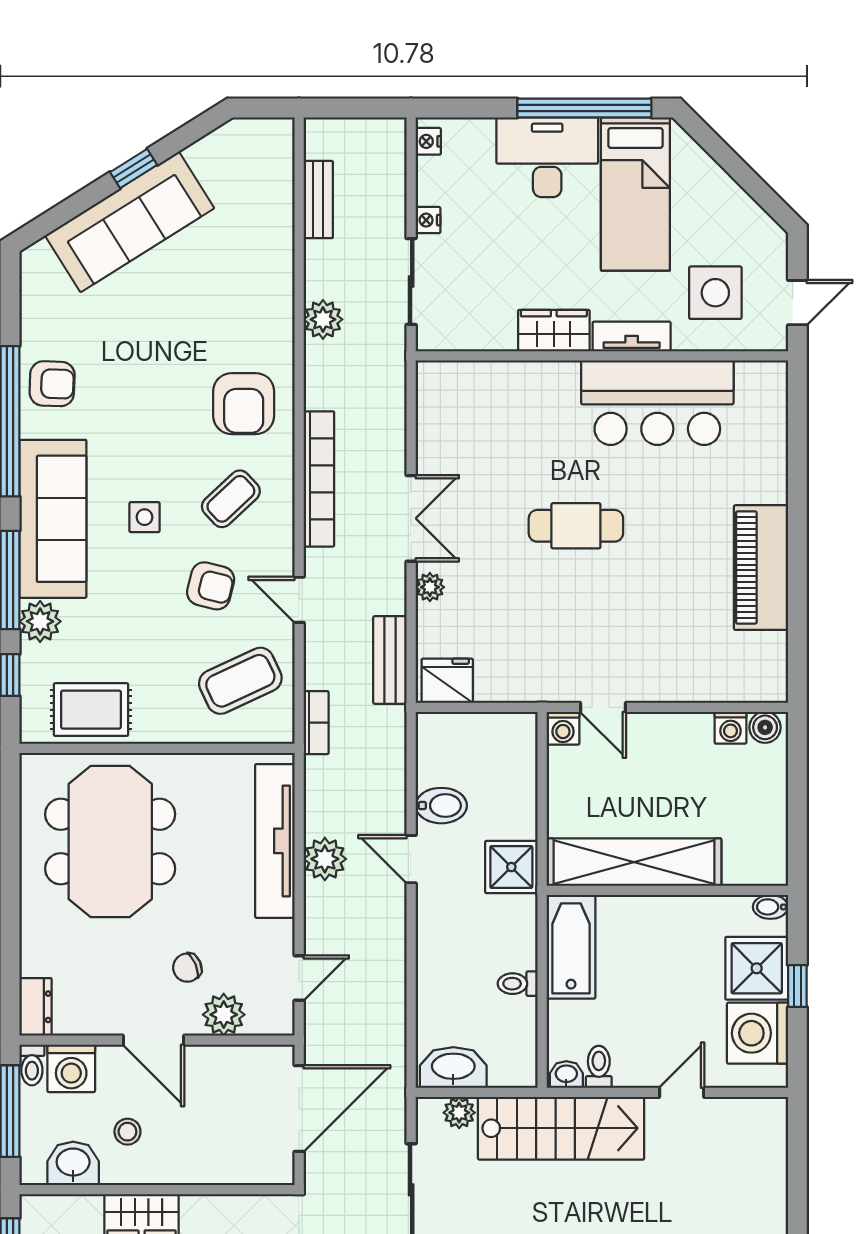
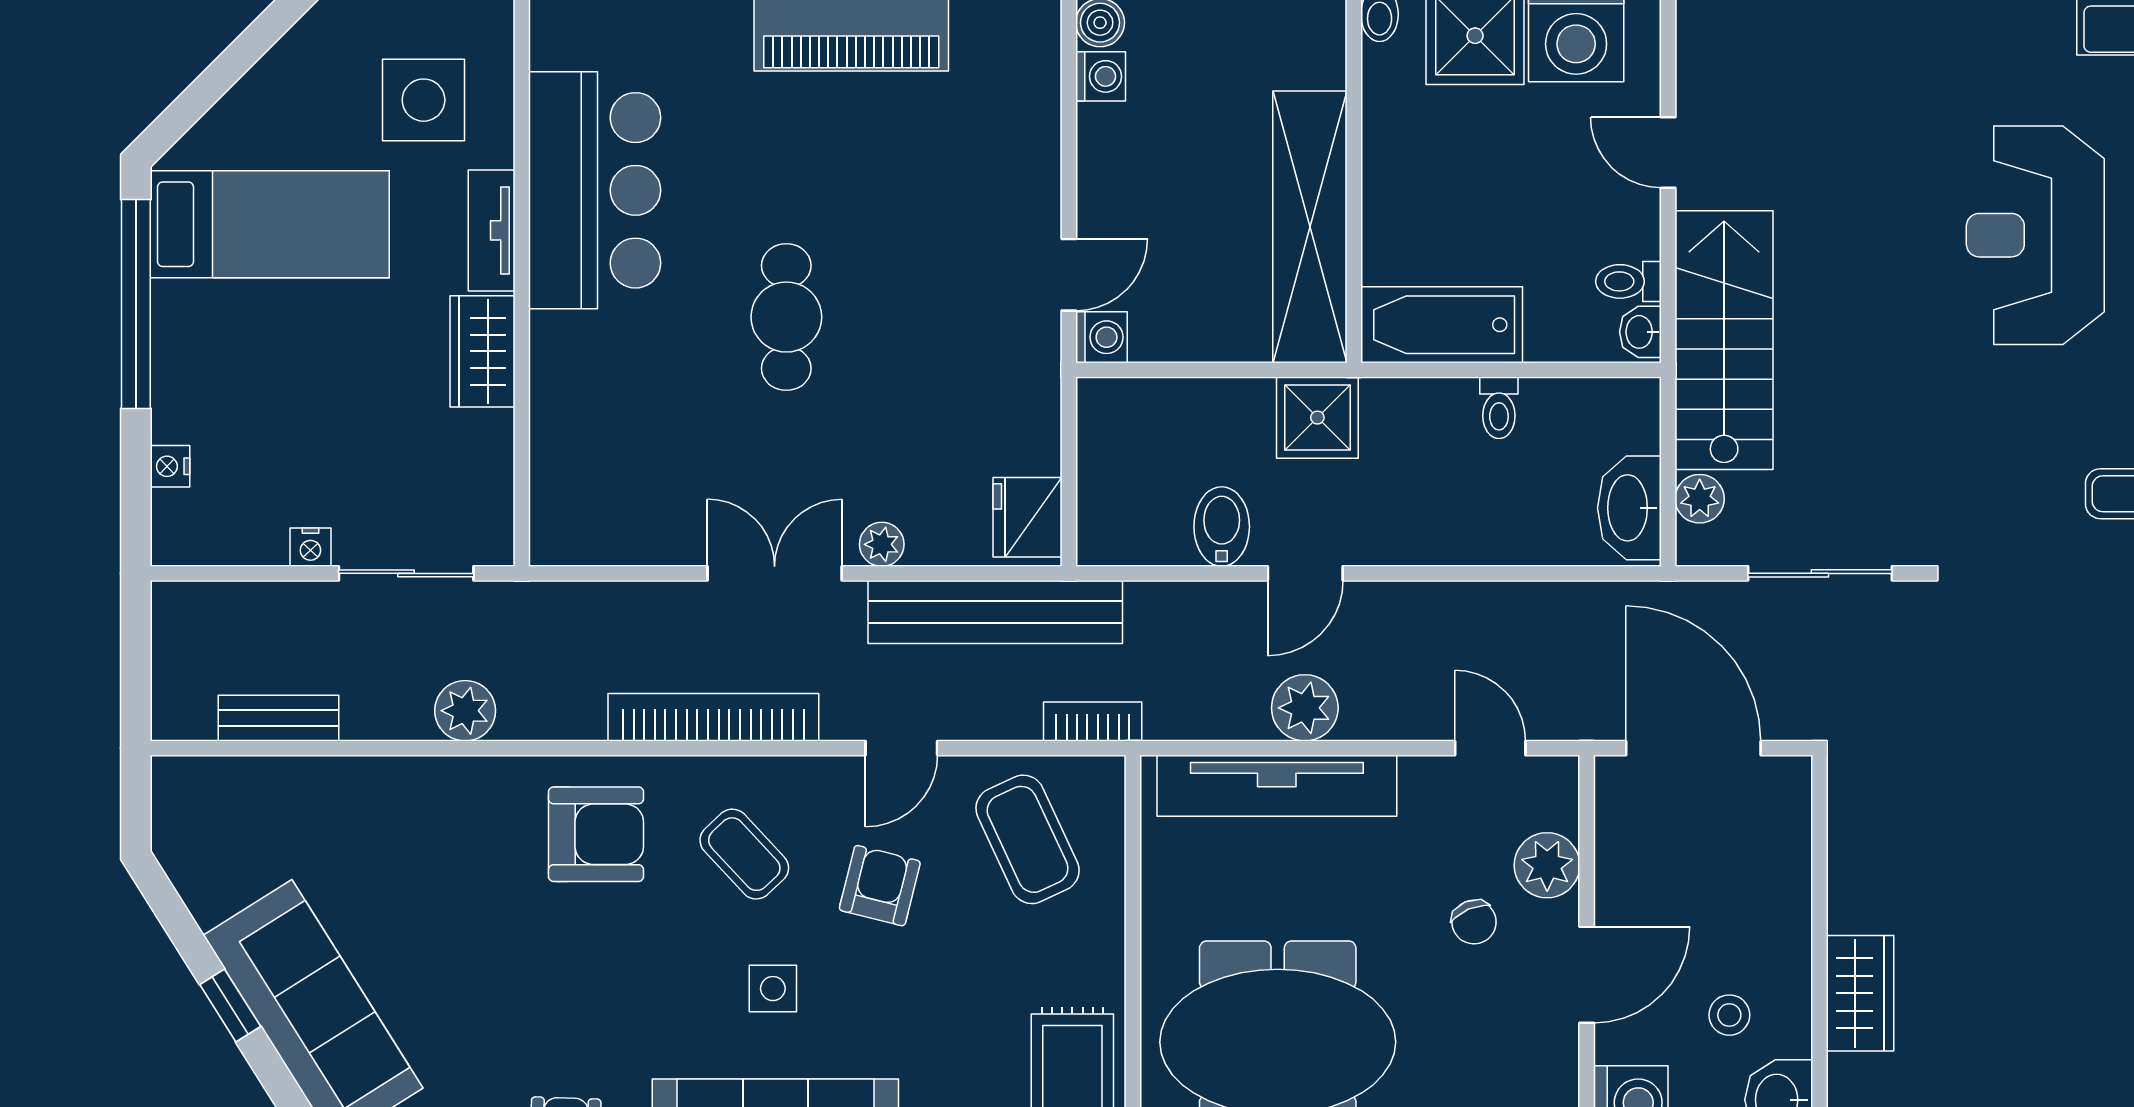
nightstand: (428, 141) -> (170, 466), moved, turned 90
desk: (547, 157) -> (213, 362), removed
bench: (390, 660) -> (995, 612), width x1.86, depth x1.21

